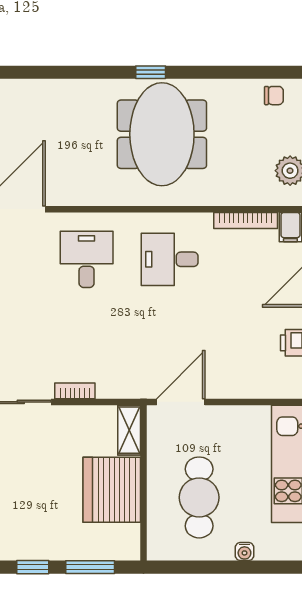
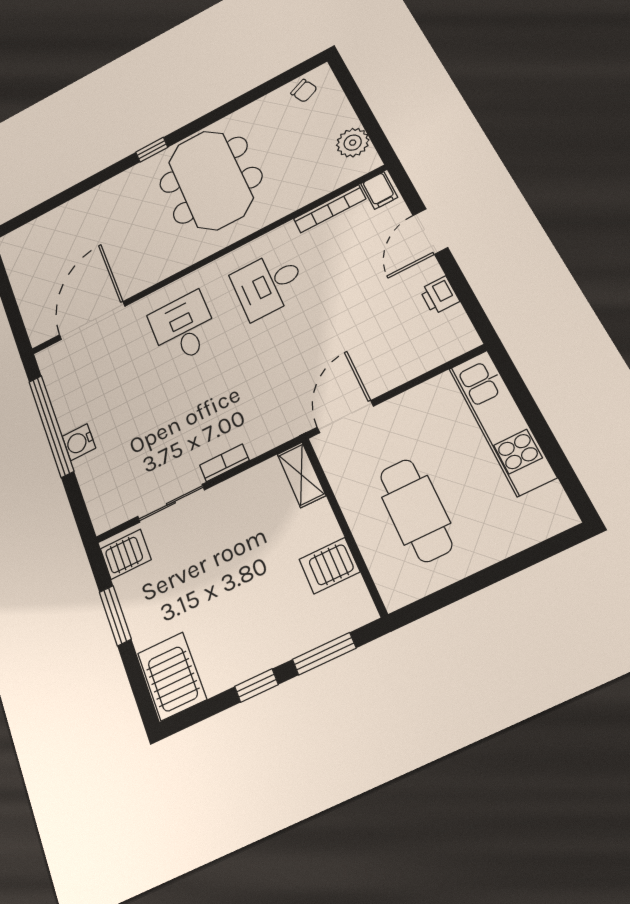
window: (151, 72) -> (152, 150), moved
chair: (274, 96) -> (304, 91), turned 66
server rack: (112, 490) -> (329, 566), width x0.46, depth x0.70
water cooler: (244, 551) -> (502, 547), removed

